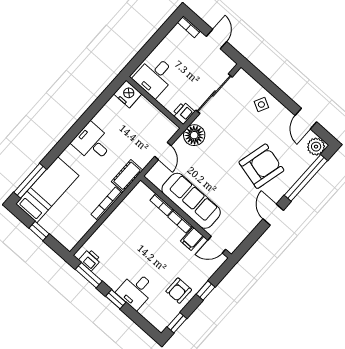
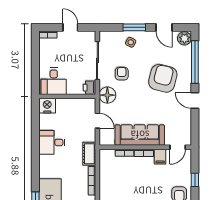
window: (277, 93) -> (134, 27), added
armchair: (226, 127) -> (122, 74), added
desk: (92, 143) -> (52, 142), moved

